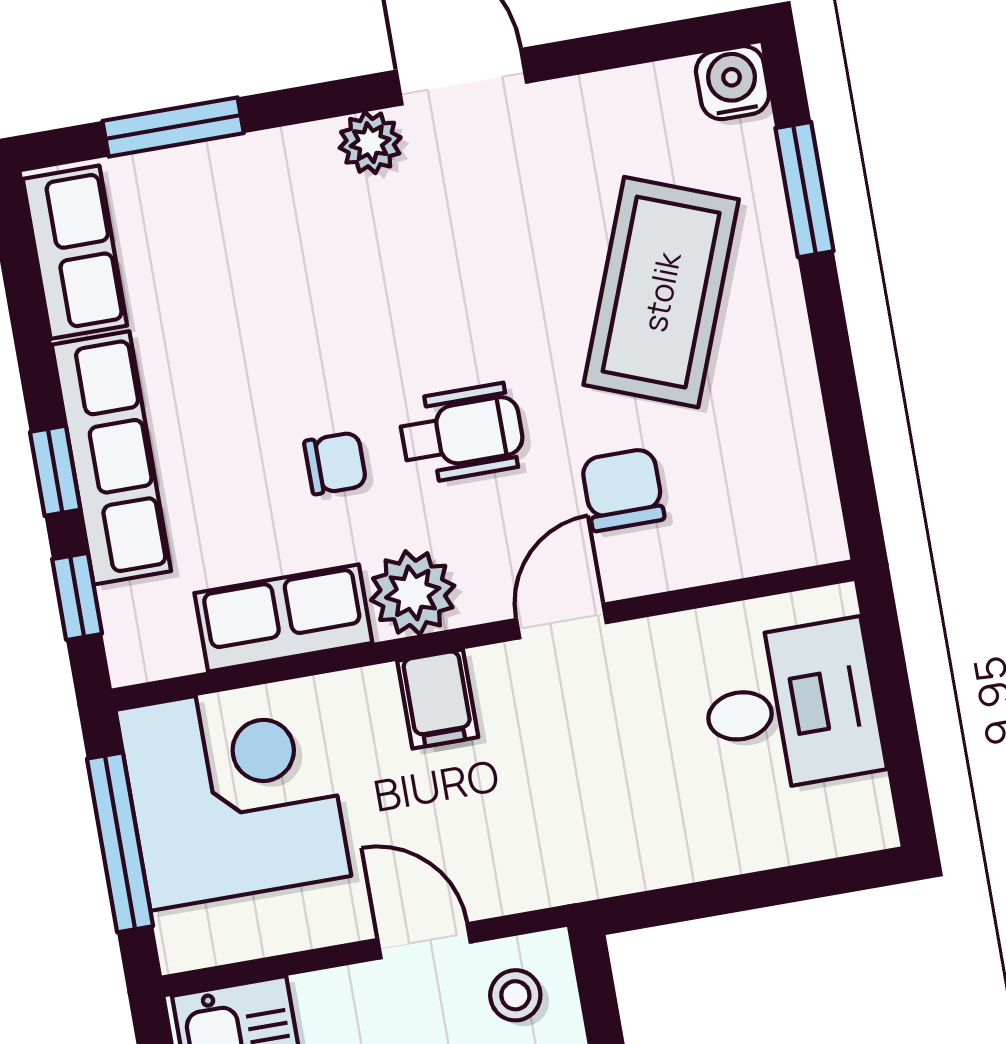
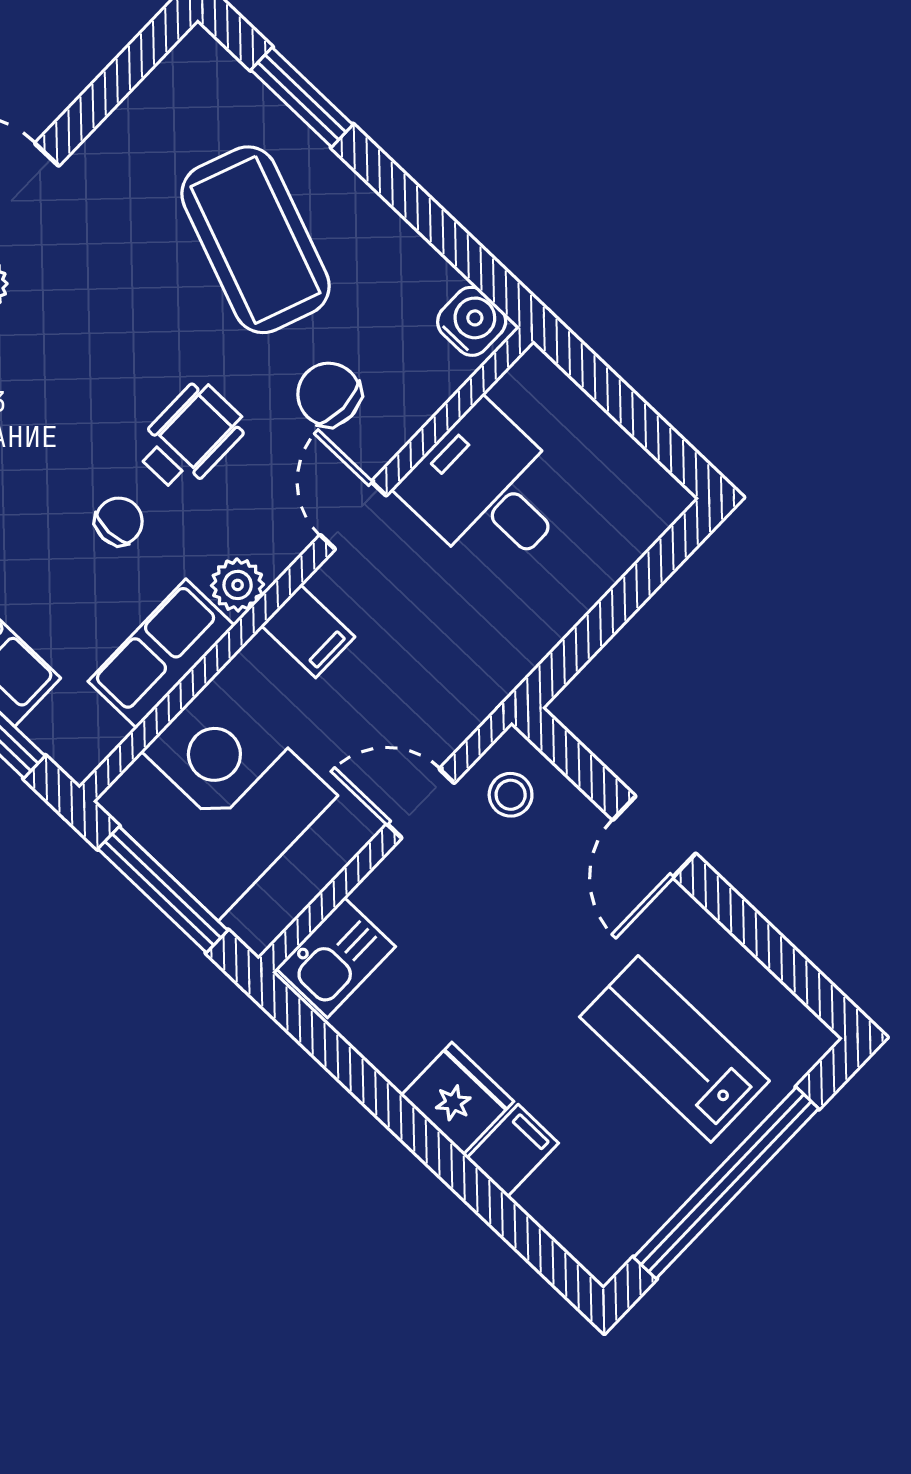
water cooler: (732, 83) -> (472, 321), moved, turned 90
plant: (413, 593) -> (238, 585), width x0.73, depth x0.73
desk: (791, 707) -> (488, 491), moved, turned -90

